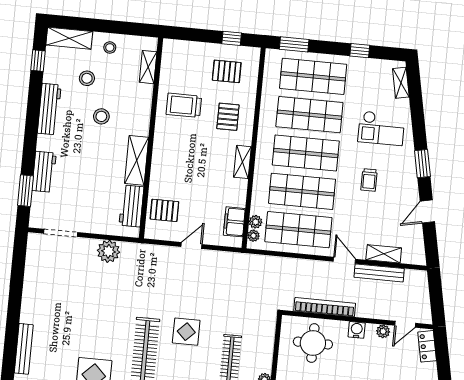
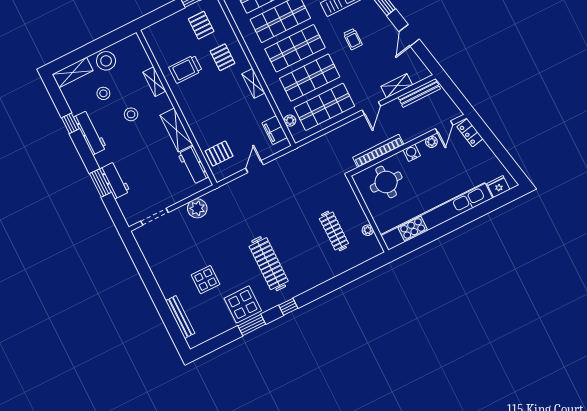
stool: (110, 48) -> (106, 61), width x1.89, depth x1.89
window: (38, 61) -> (70, 123), moved
shelving: (148, 67) -> (154, 82), moved
pallet: (227, 71) -> (201, 25), turned 90
window: (25, 191) -> (100, 183), moved
plant: (254, 236) -> (295, 131), removed
door: (344, 260) -> (371, 108), swing flipped
bench: (379, 273) -> (419, 93), moved
display table: (186, 332) -> (206, 280), moved

